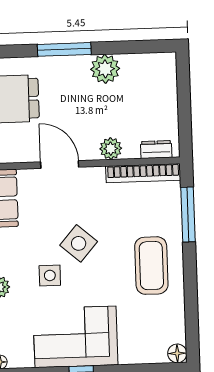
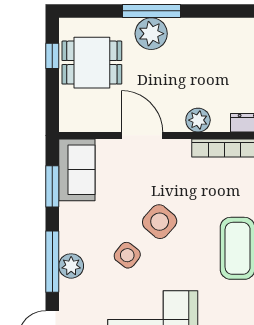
plant: (105, 69) -> (151, 34), moved
side table: (50, 275) -> (127, 255), turned 38

